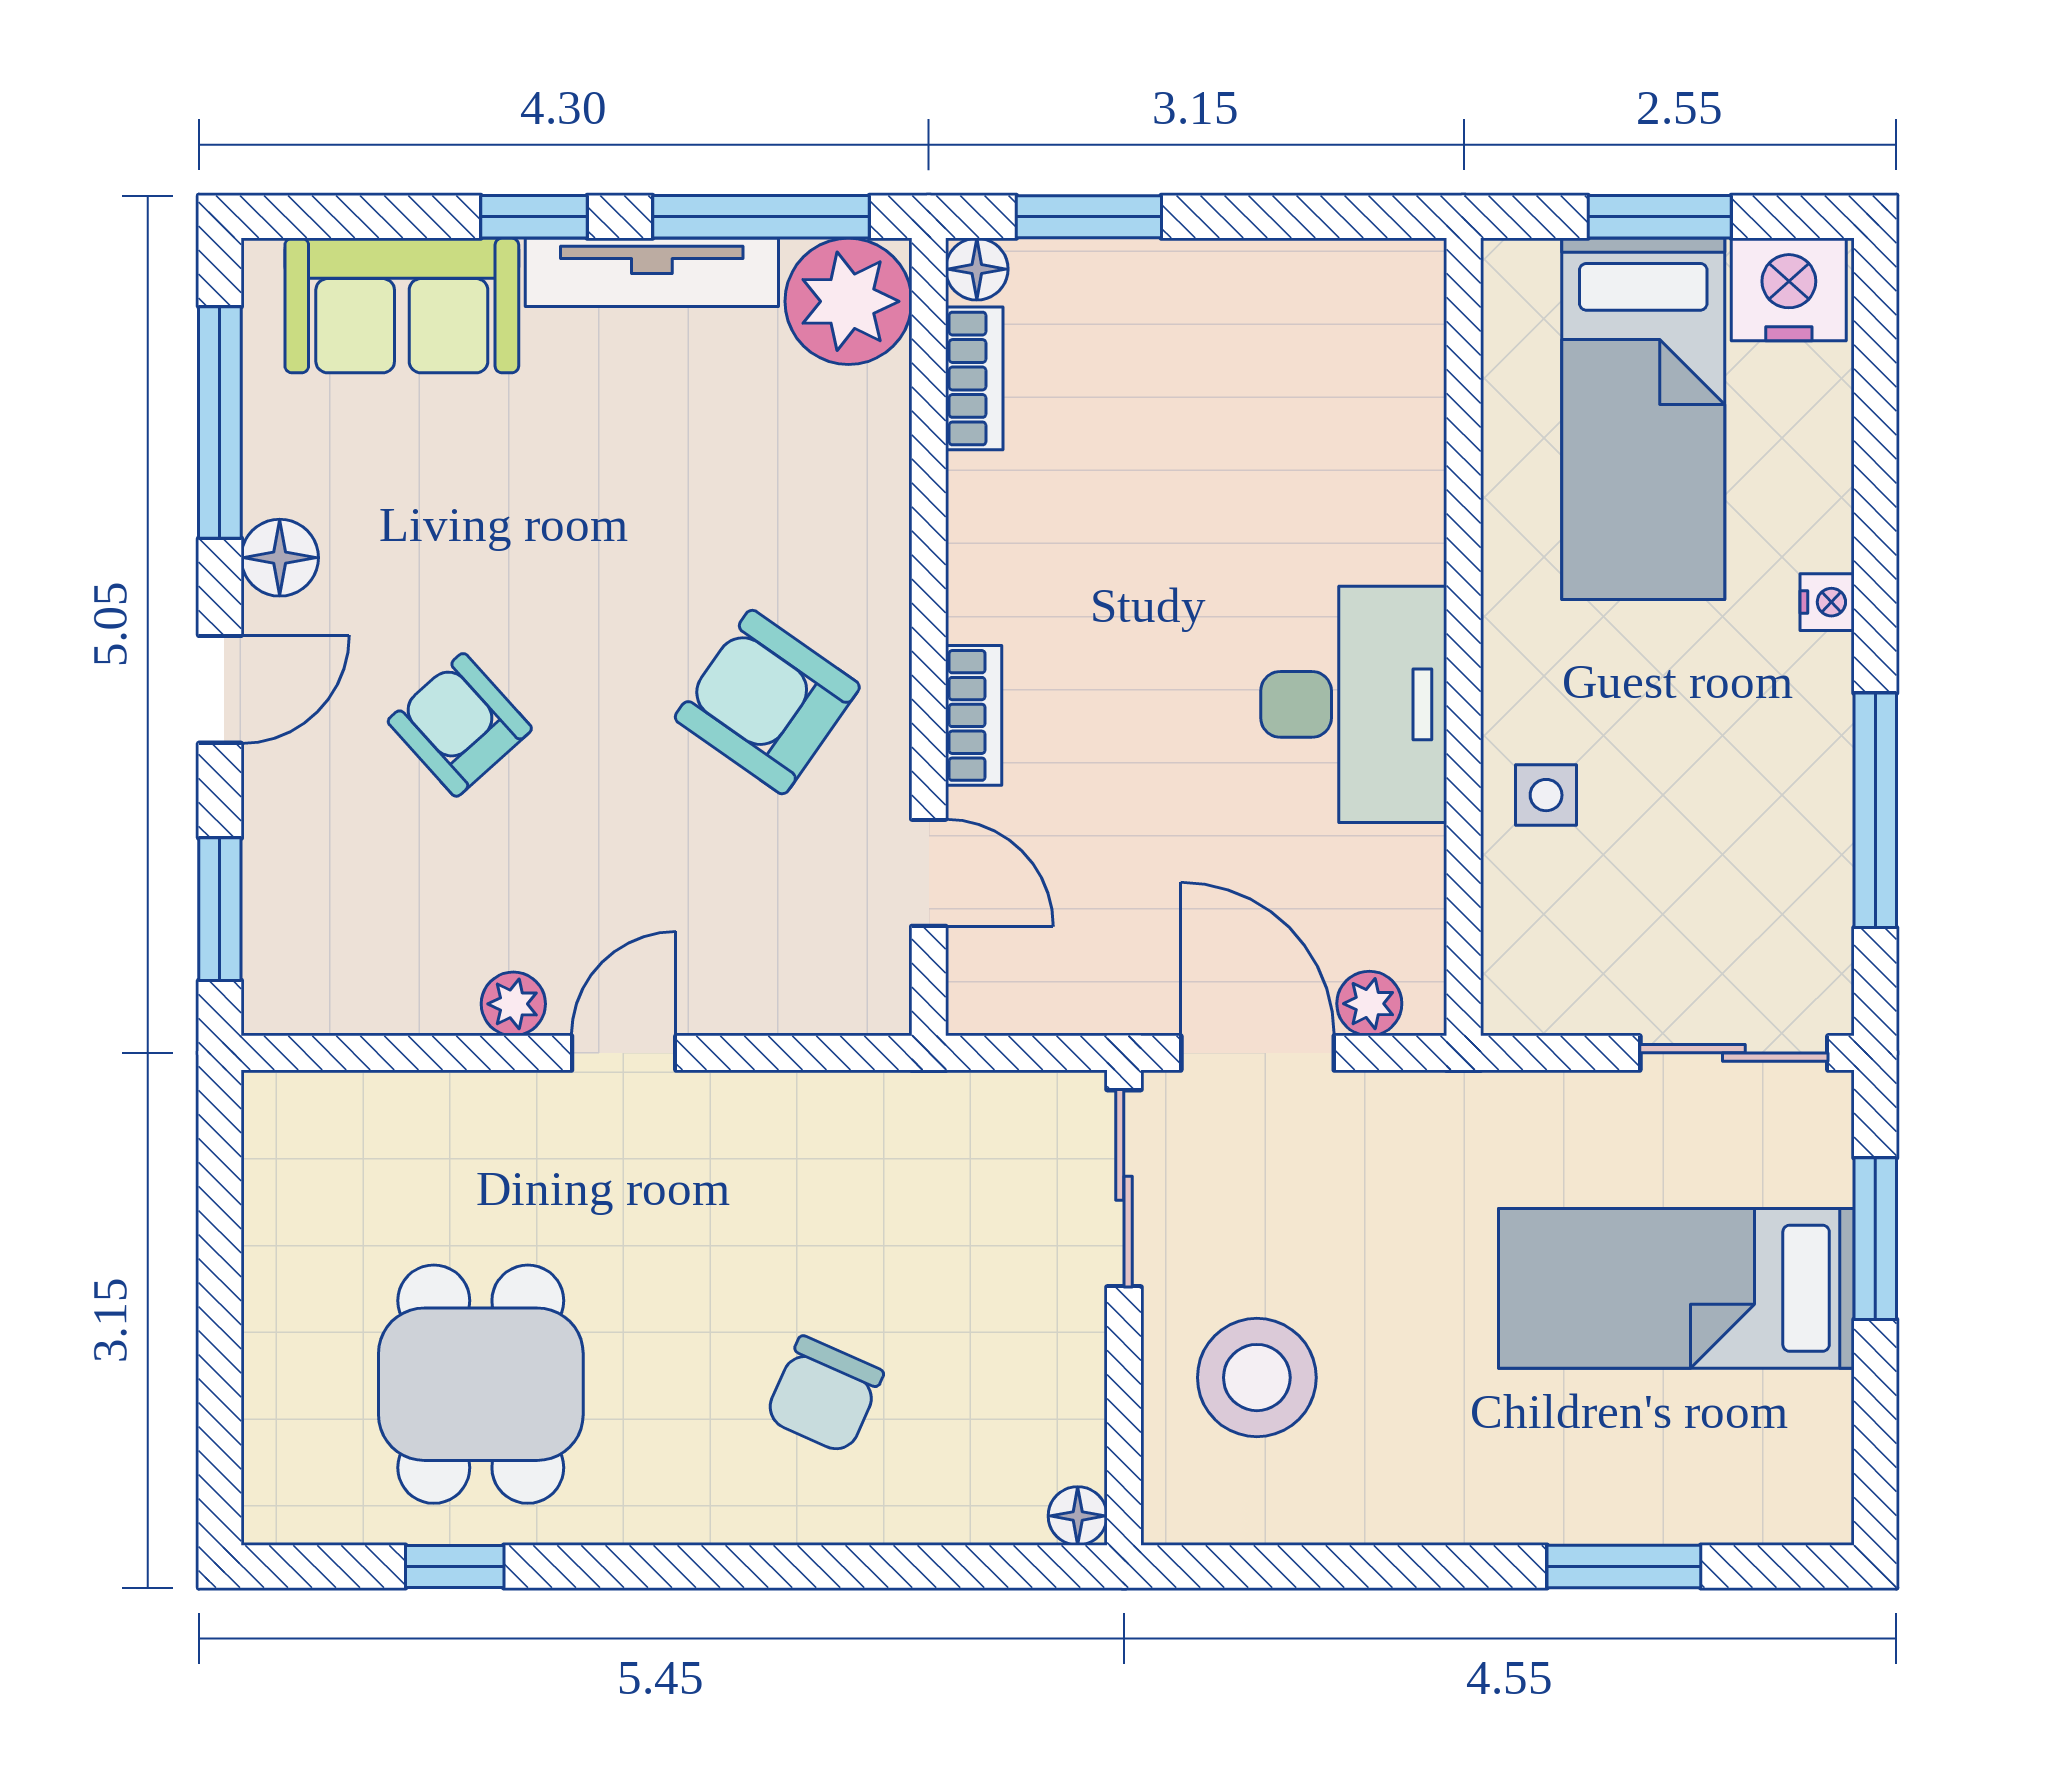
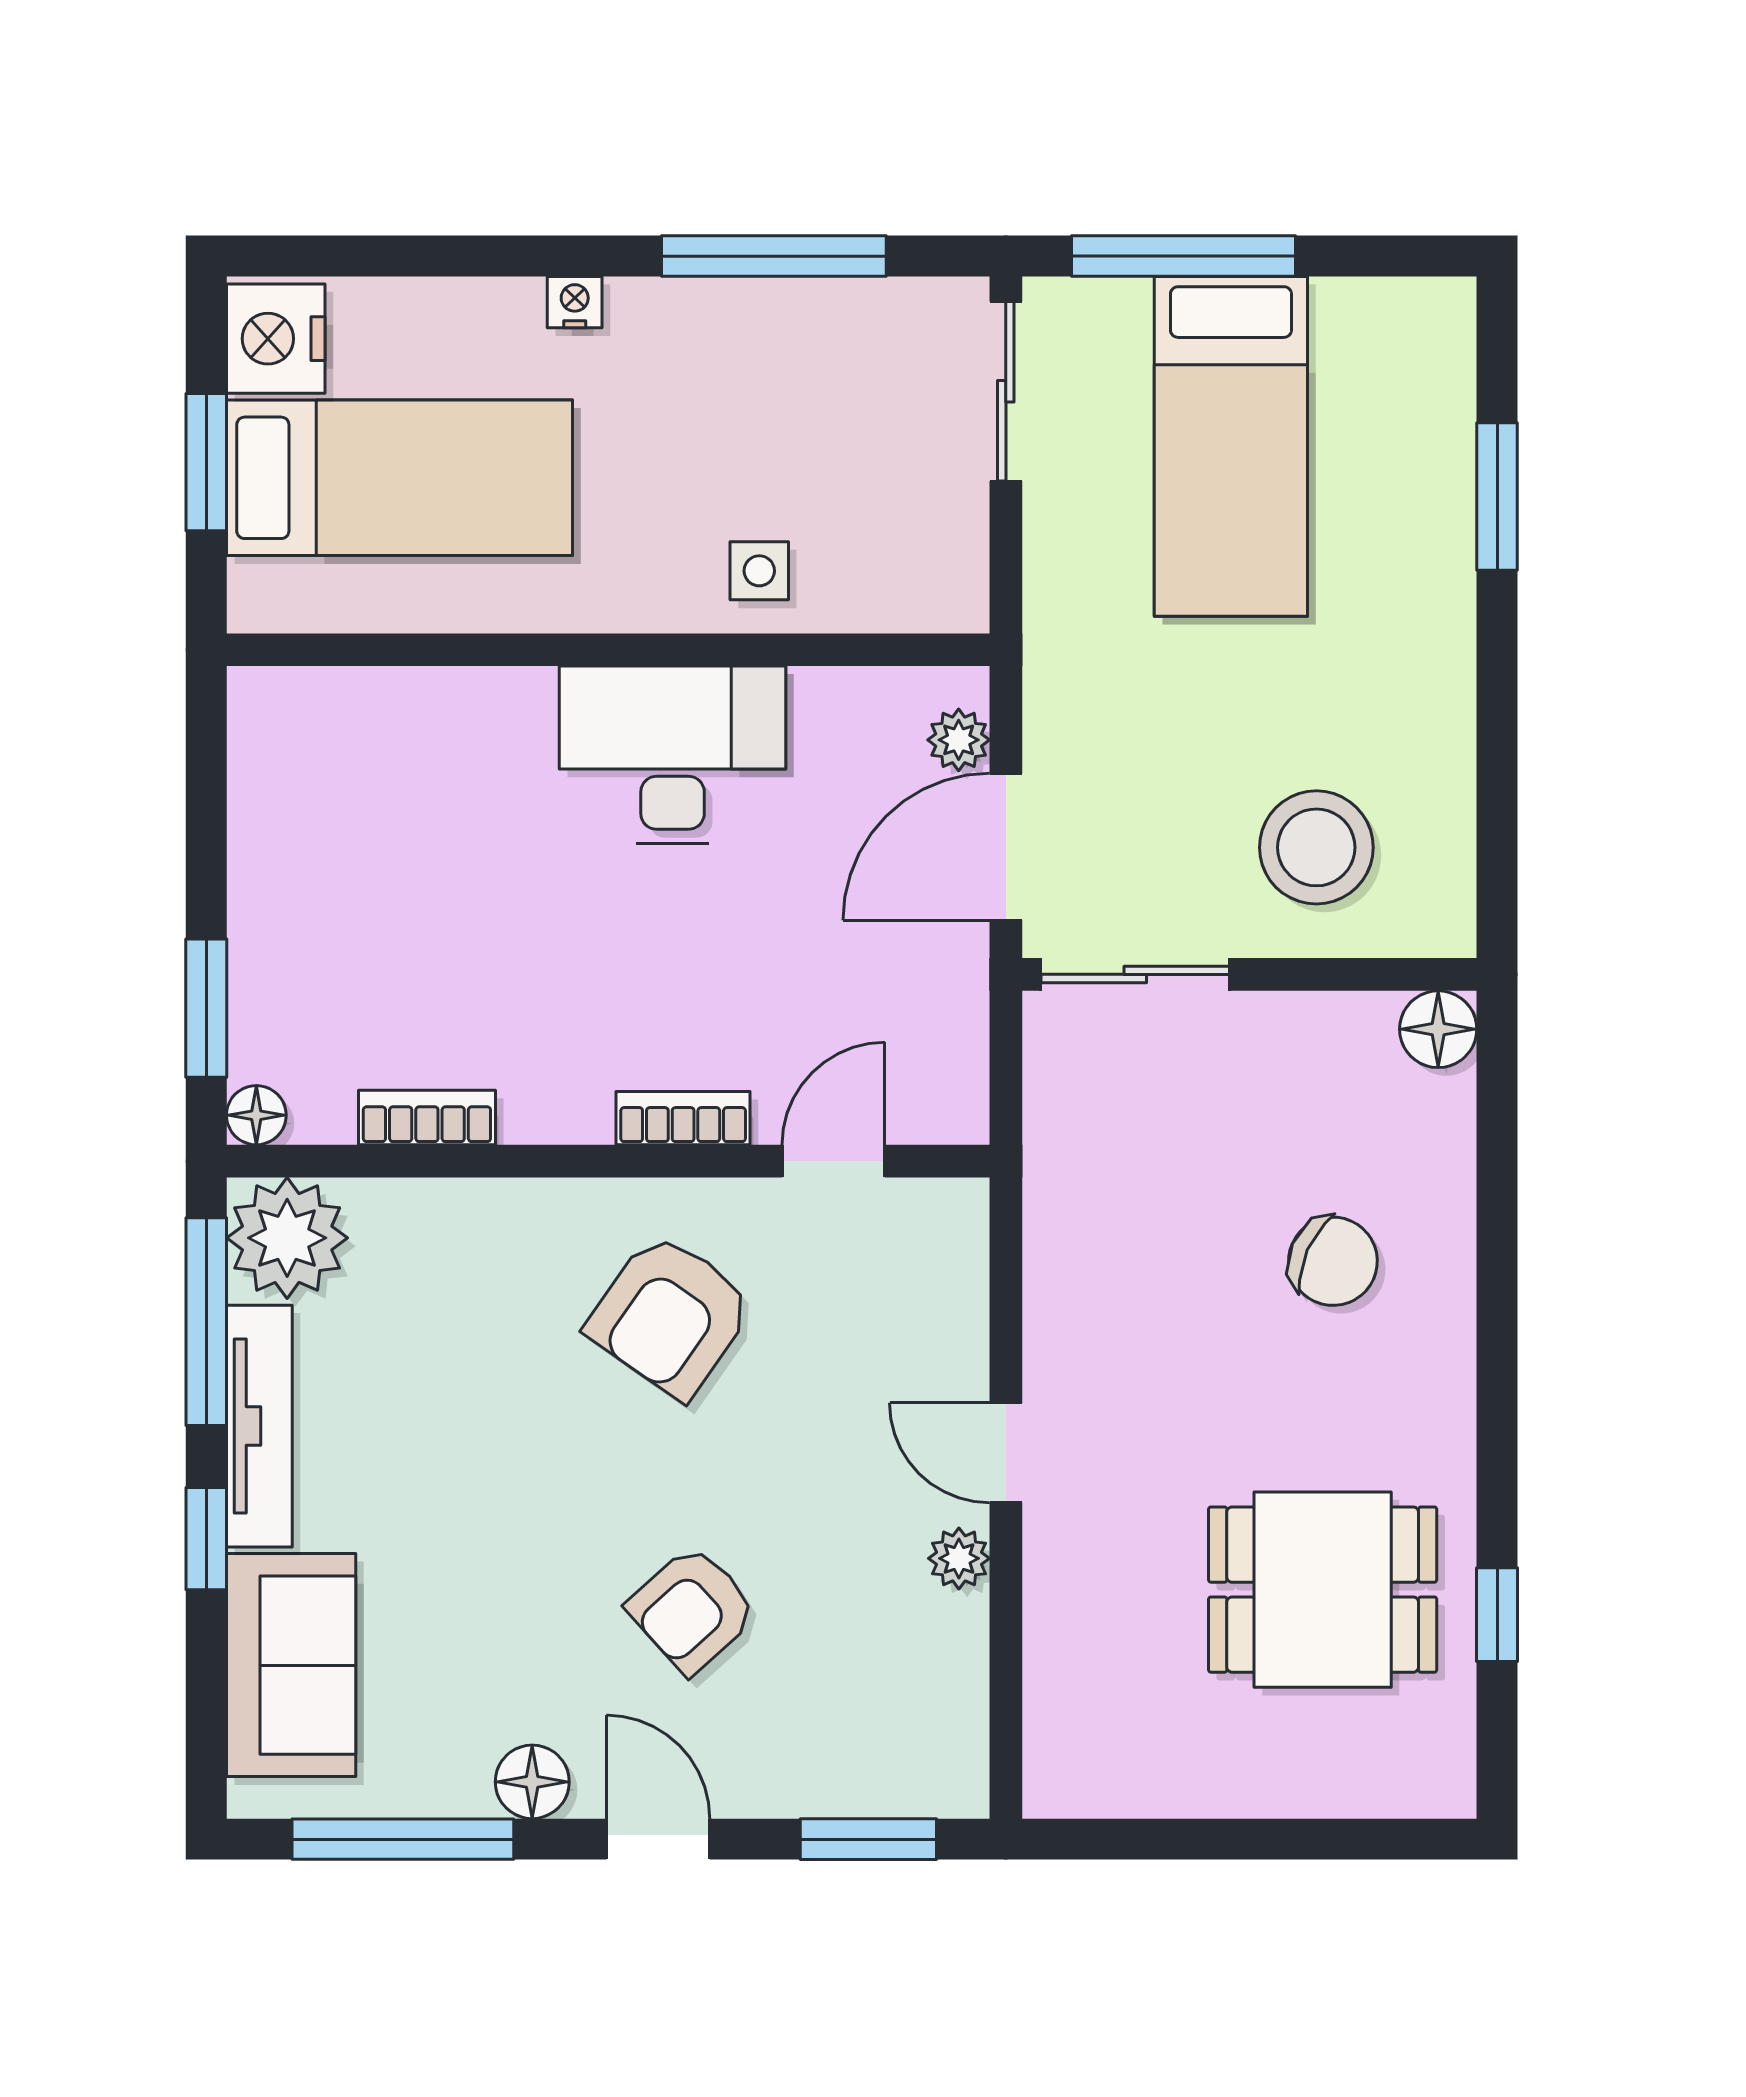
bookcase: (974, 378) -> (427, 1118), moved
window: (1875, 1239) -> (1183, 256), width x1.44
floor lamp: (1078, 1516) -> (1438, 1029), width x1.37, depth x1.37

